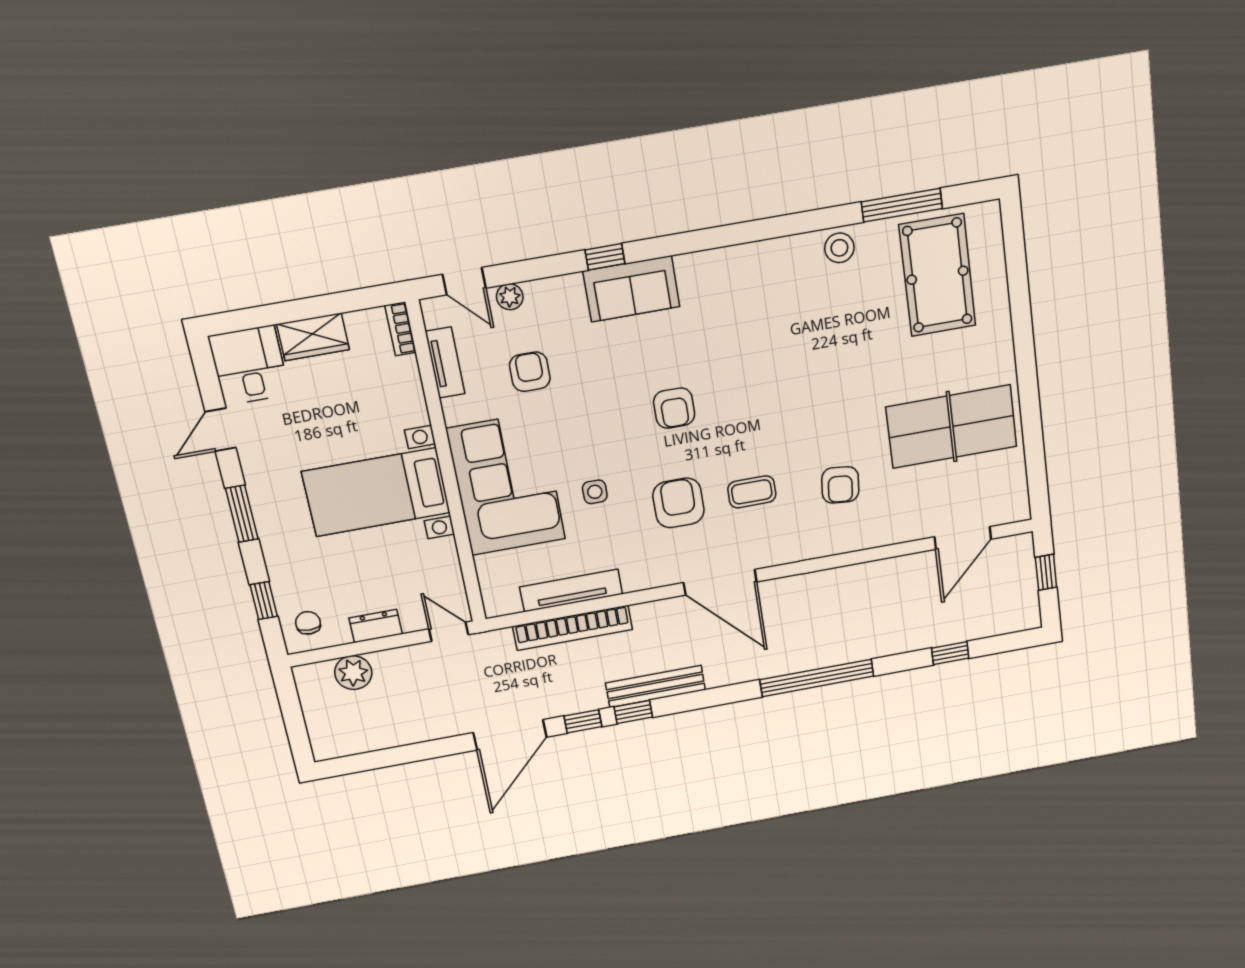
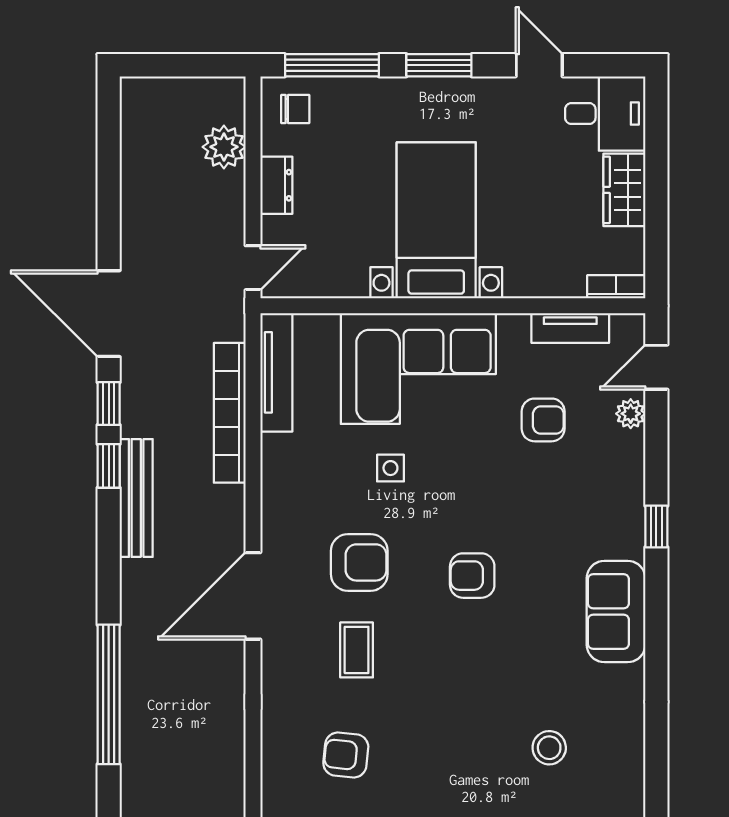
stool: (839, 248) -> (549, 748), moved
sofa: (631, 289) -> (616, 611), moved
tv unit: (571, 590) -> (276, 372), moved
window: (264, 601) -> (332, 65), width x2.17

